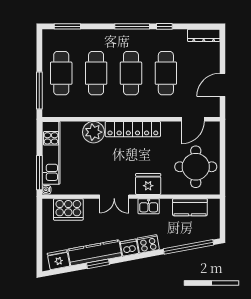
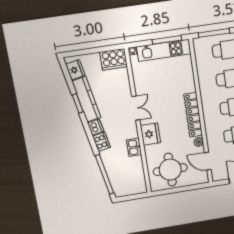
plant: (93, 132) -> (199, 142), moved, width x0.53, depth x0.53
window: (39, 173) -> (167, 40), moved
double door: (114, 197) -> (136, 108), swing flipped
kitchen sink: (149, 206) -> (134, 147), moved
kitchen counter: (190, 207) -> (137, 170), removed
cooker: (68, 209) -> (114, 59), moved, turned -90

